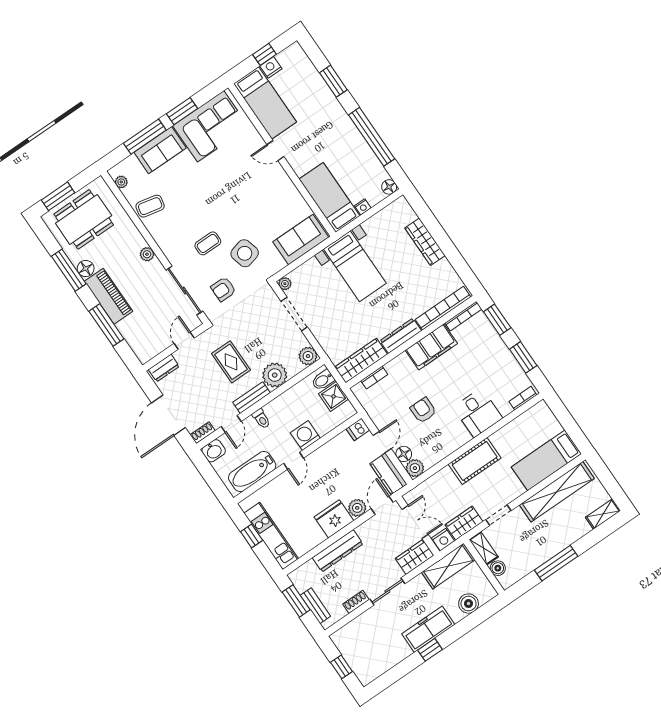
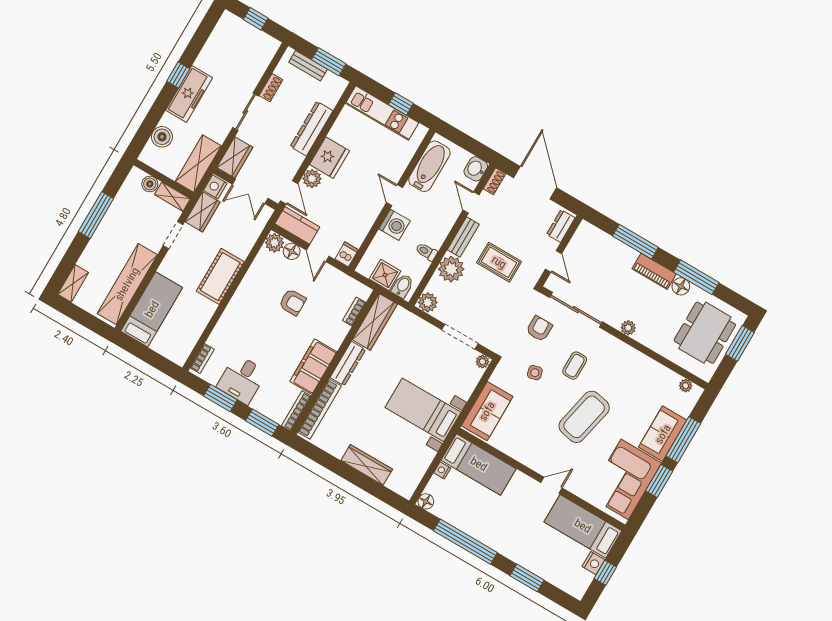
coffee table: (150, 206) -> (584, 417), moved, width x1.86, depth x1.72
side table: (245, 253) -> (535, 373), width x0.54, depth x0.54
piano: (109, 296) -> (654, 271), width x0.73, depth x0.75
desk: (478, 413) -> (242, 379), moved, turned -90
toilet: (261, 419) -> (426, 252), moved

